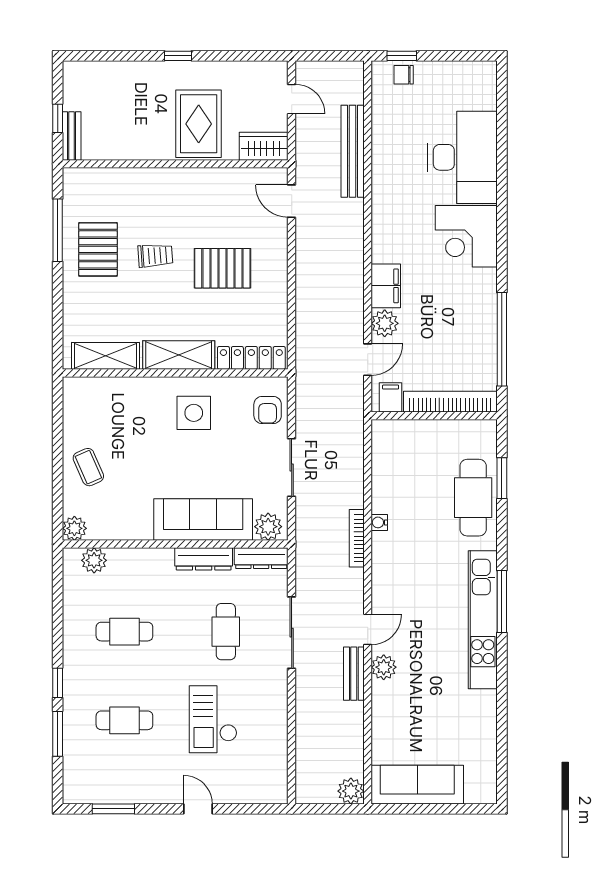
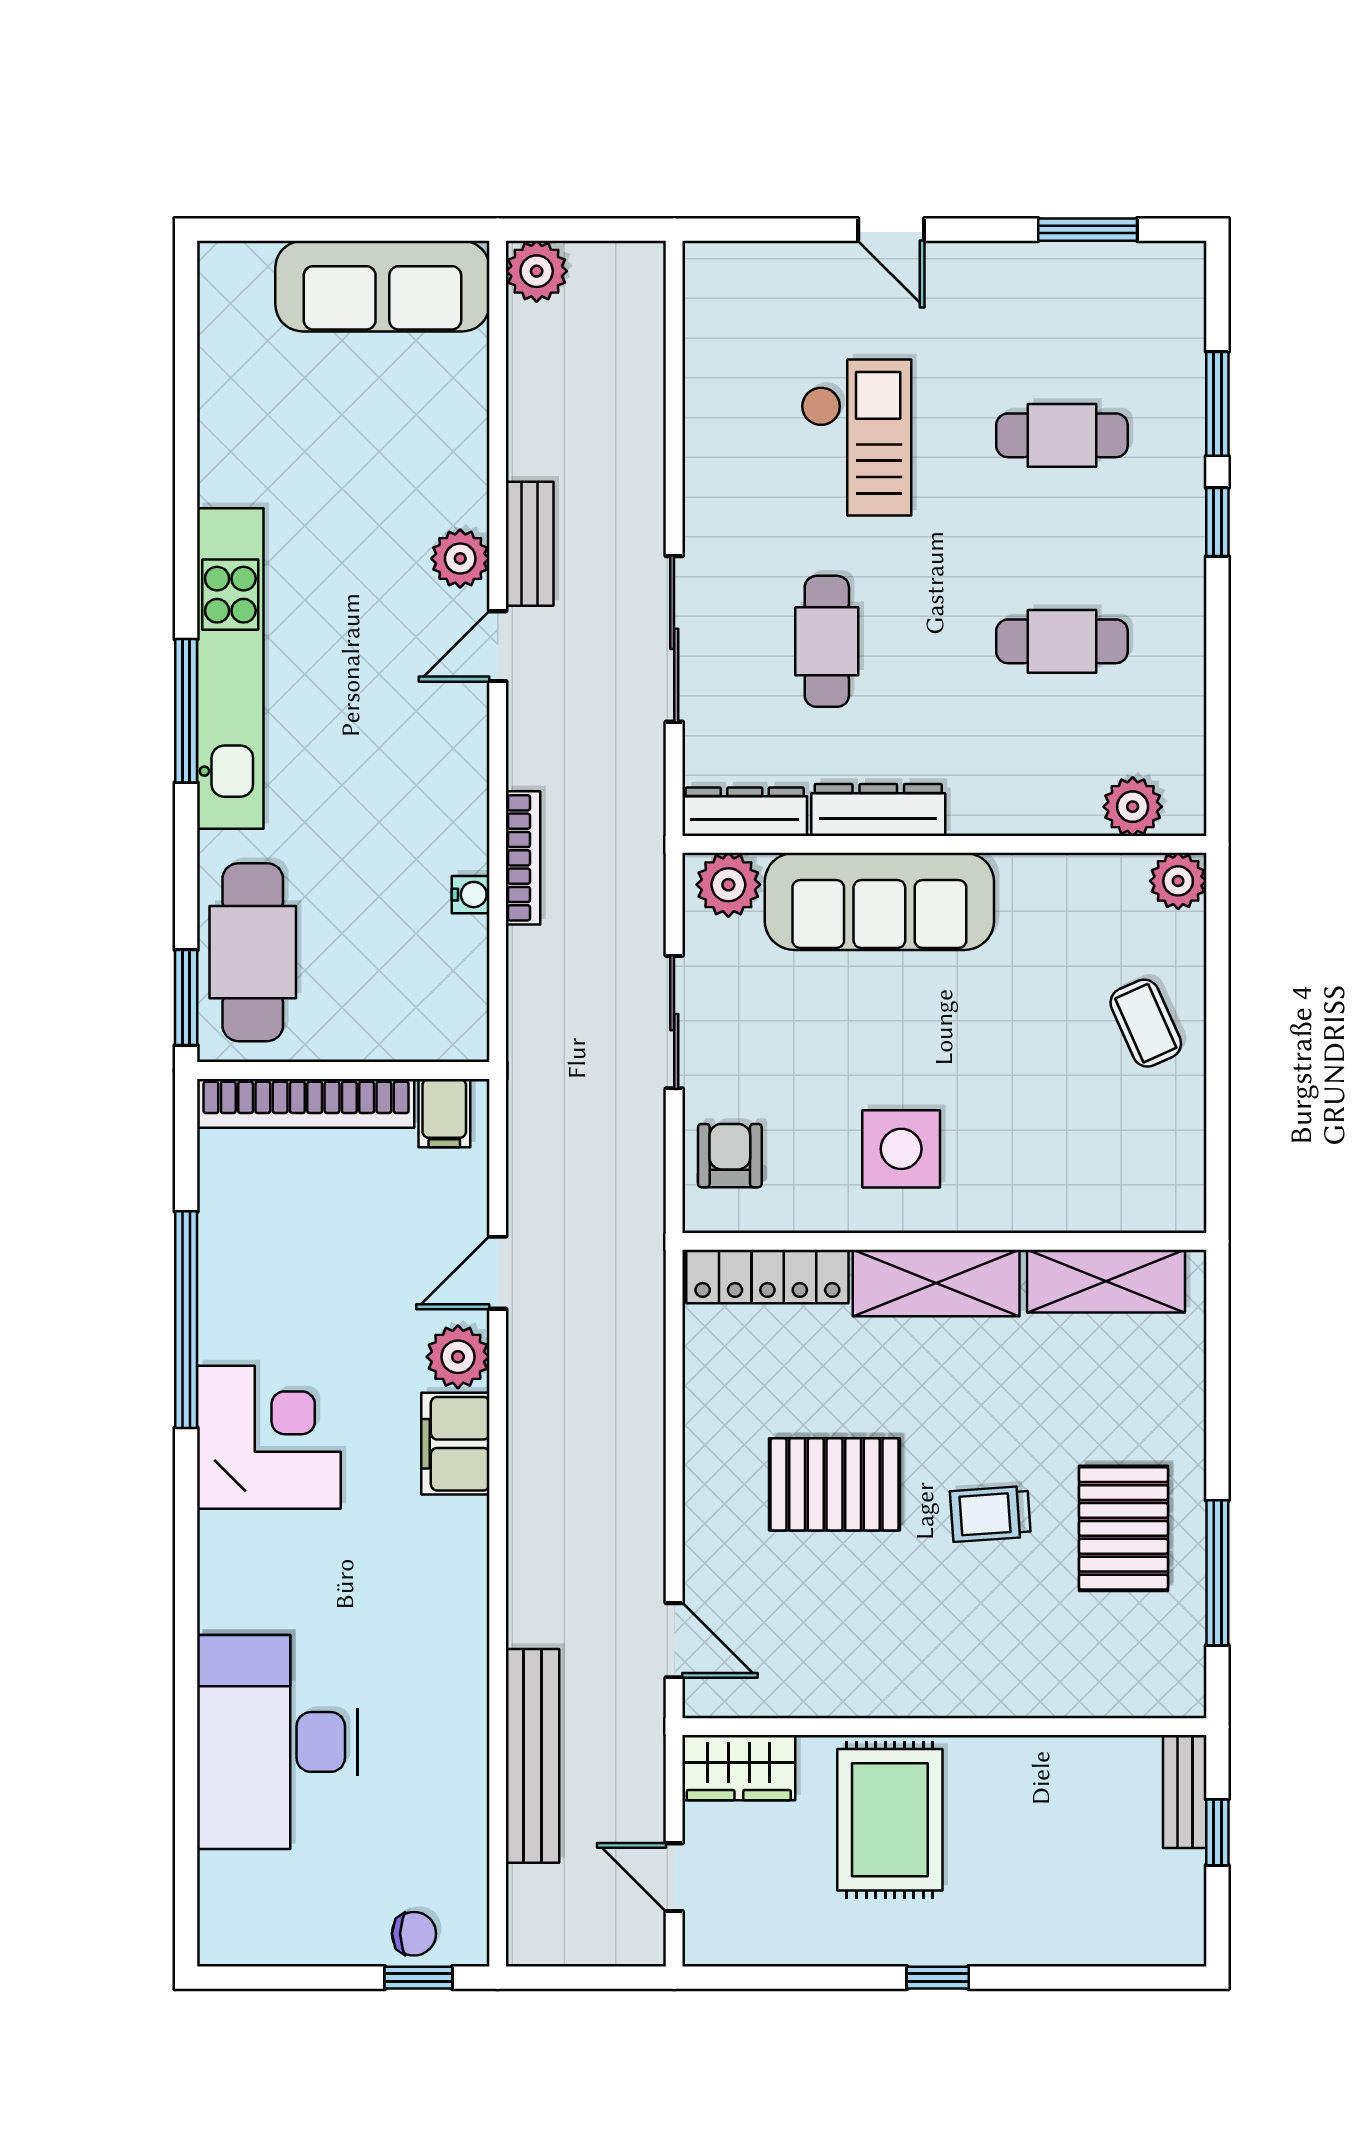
corner desk: (466, 236) -> (269, 1437), moved
filing cabinet: (391, 397) -> (444, 1113), moved
bookcase: (450, 402) -> (306, 1103), moved
wall: (434, 416) -> (343, 1070), moved

